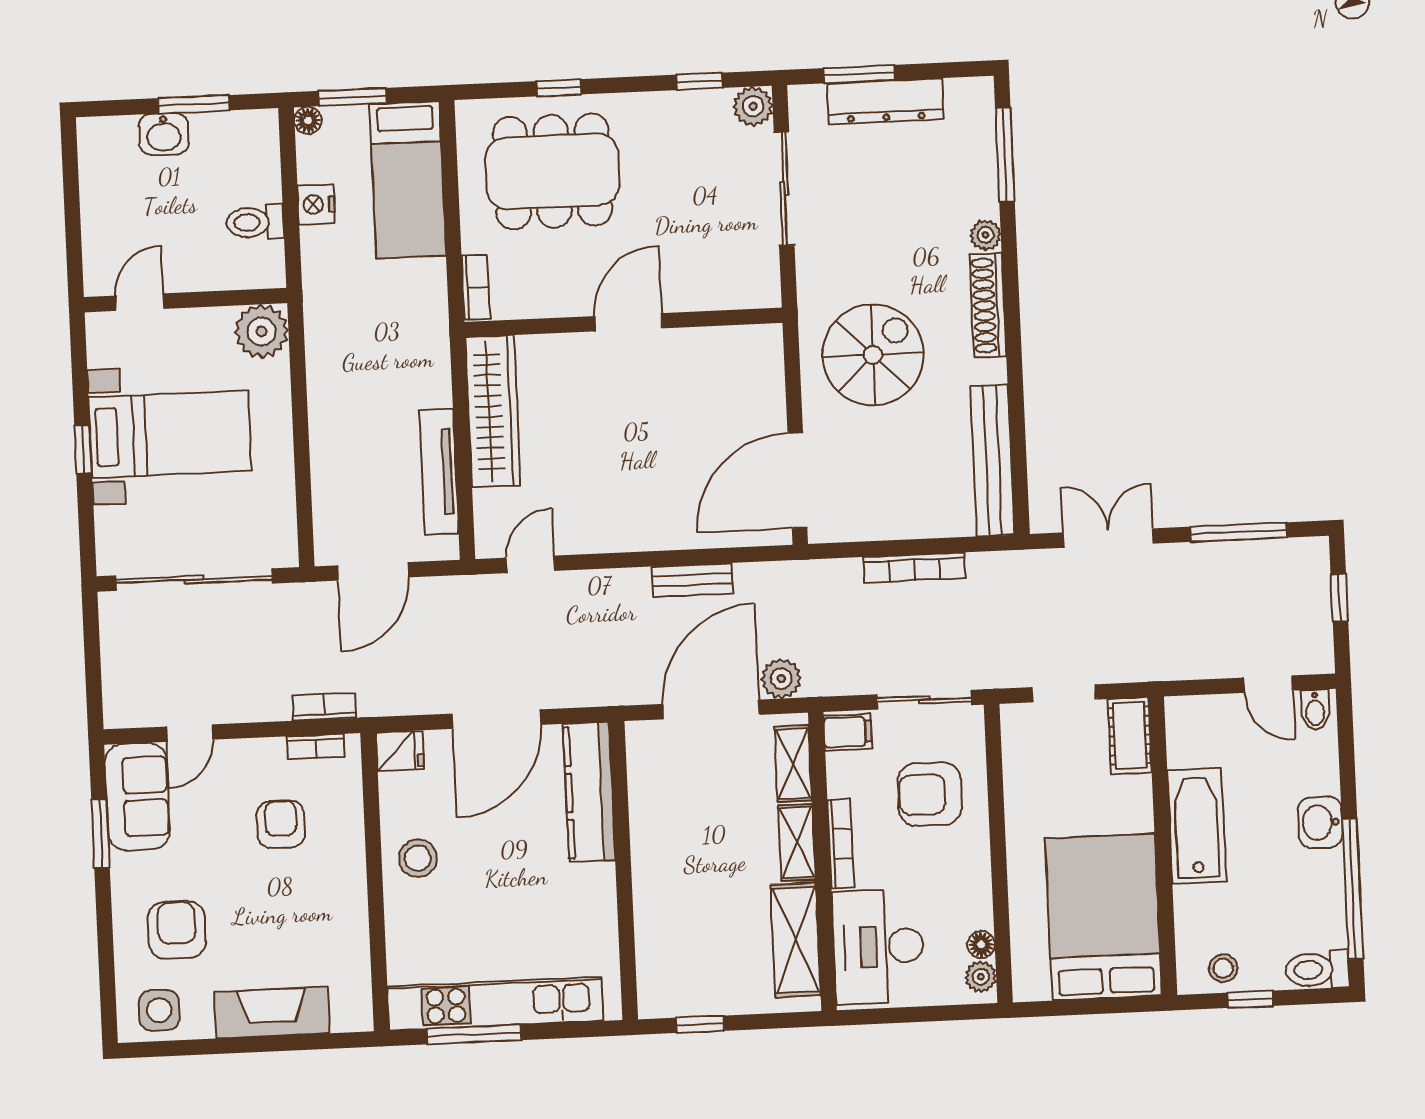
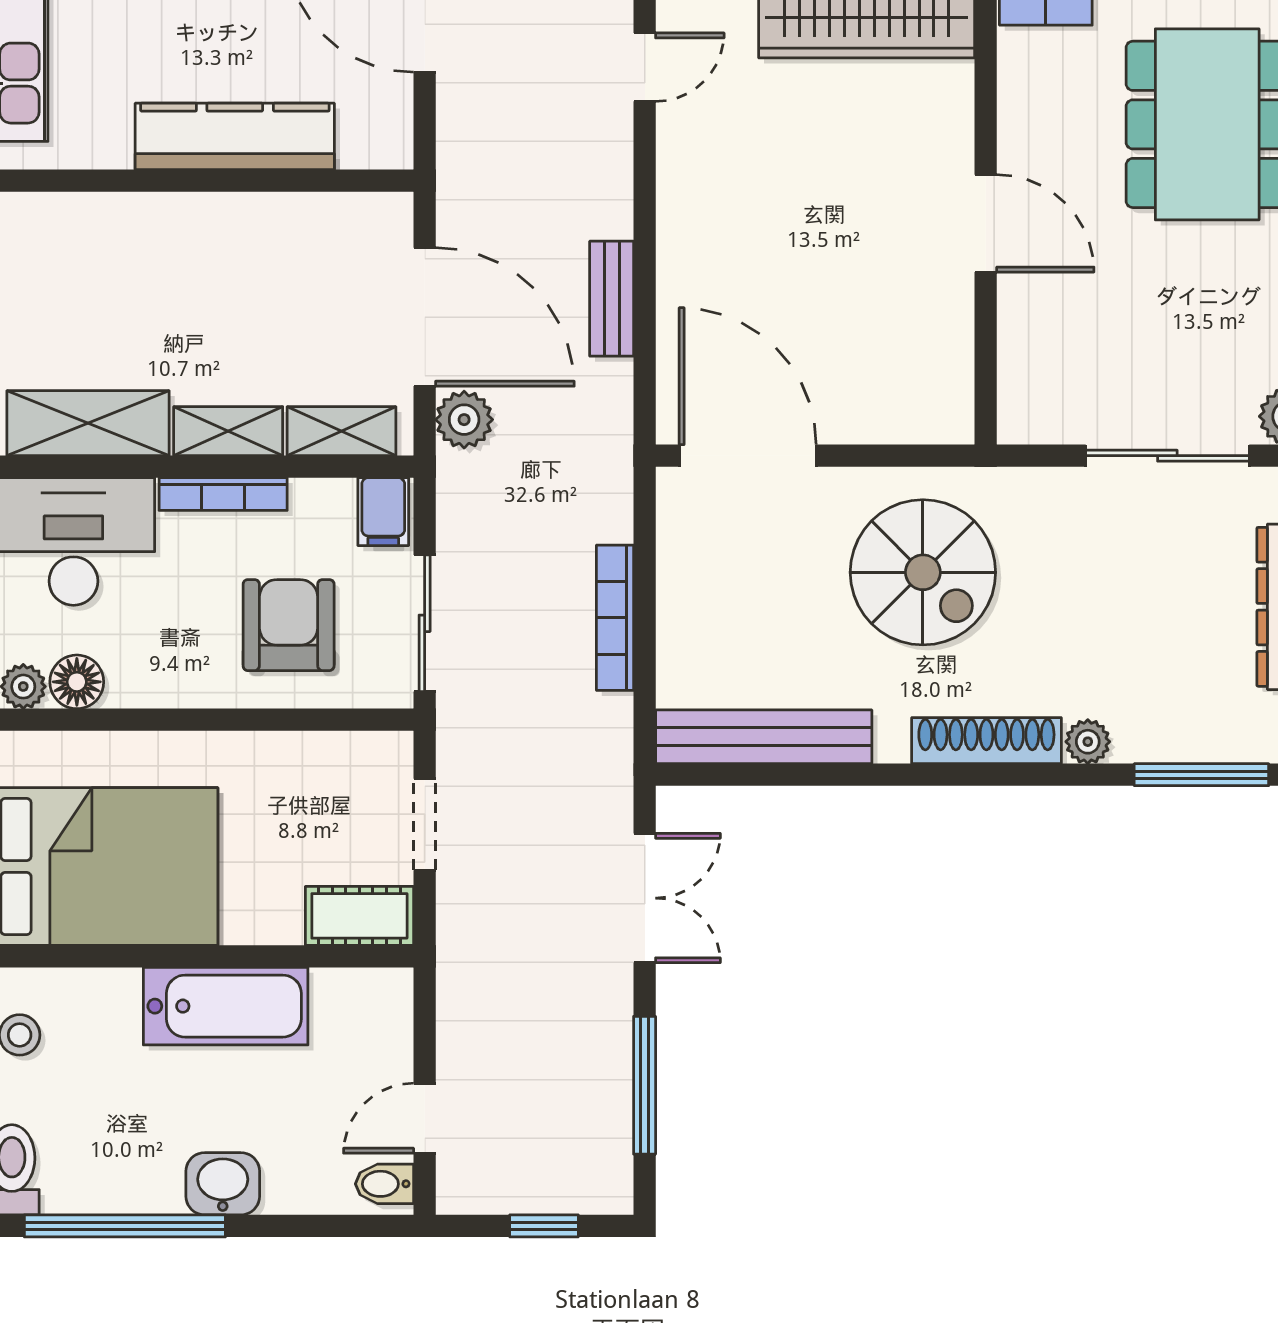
door: (531, 564) -> (645, 67), hinge flipped
kitchen counter: (589, 792) -> (235, 136), moved
floor lamp: (981, 945) -> (77, 682), width x1.37, depth x1.37

